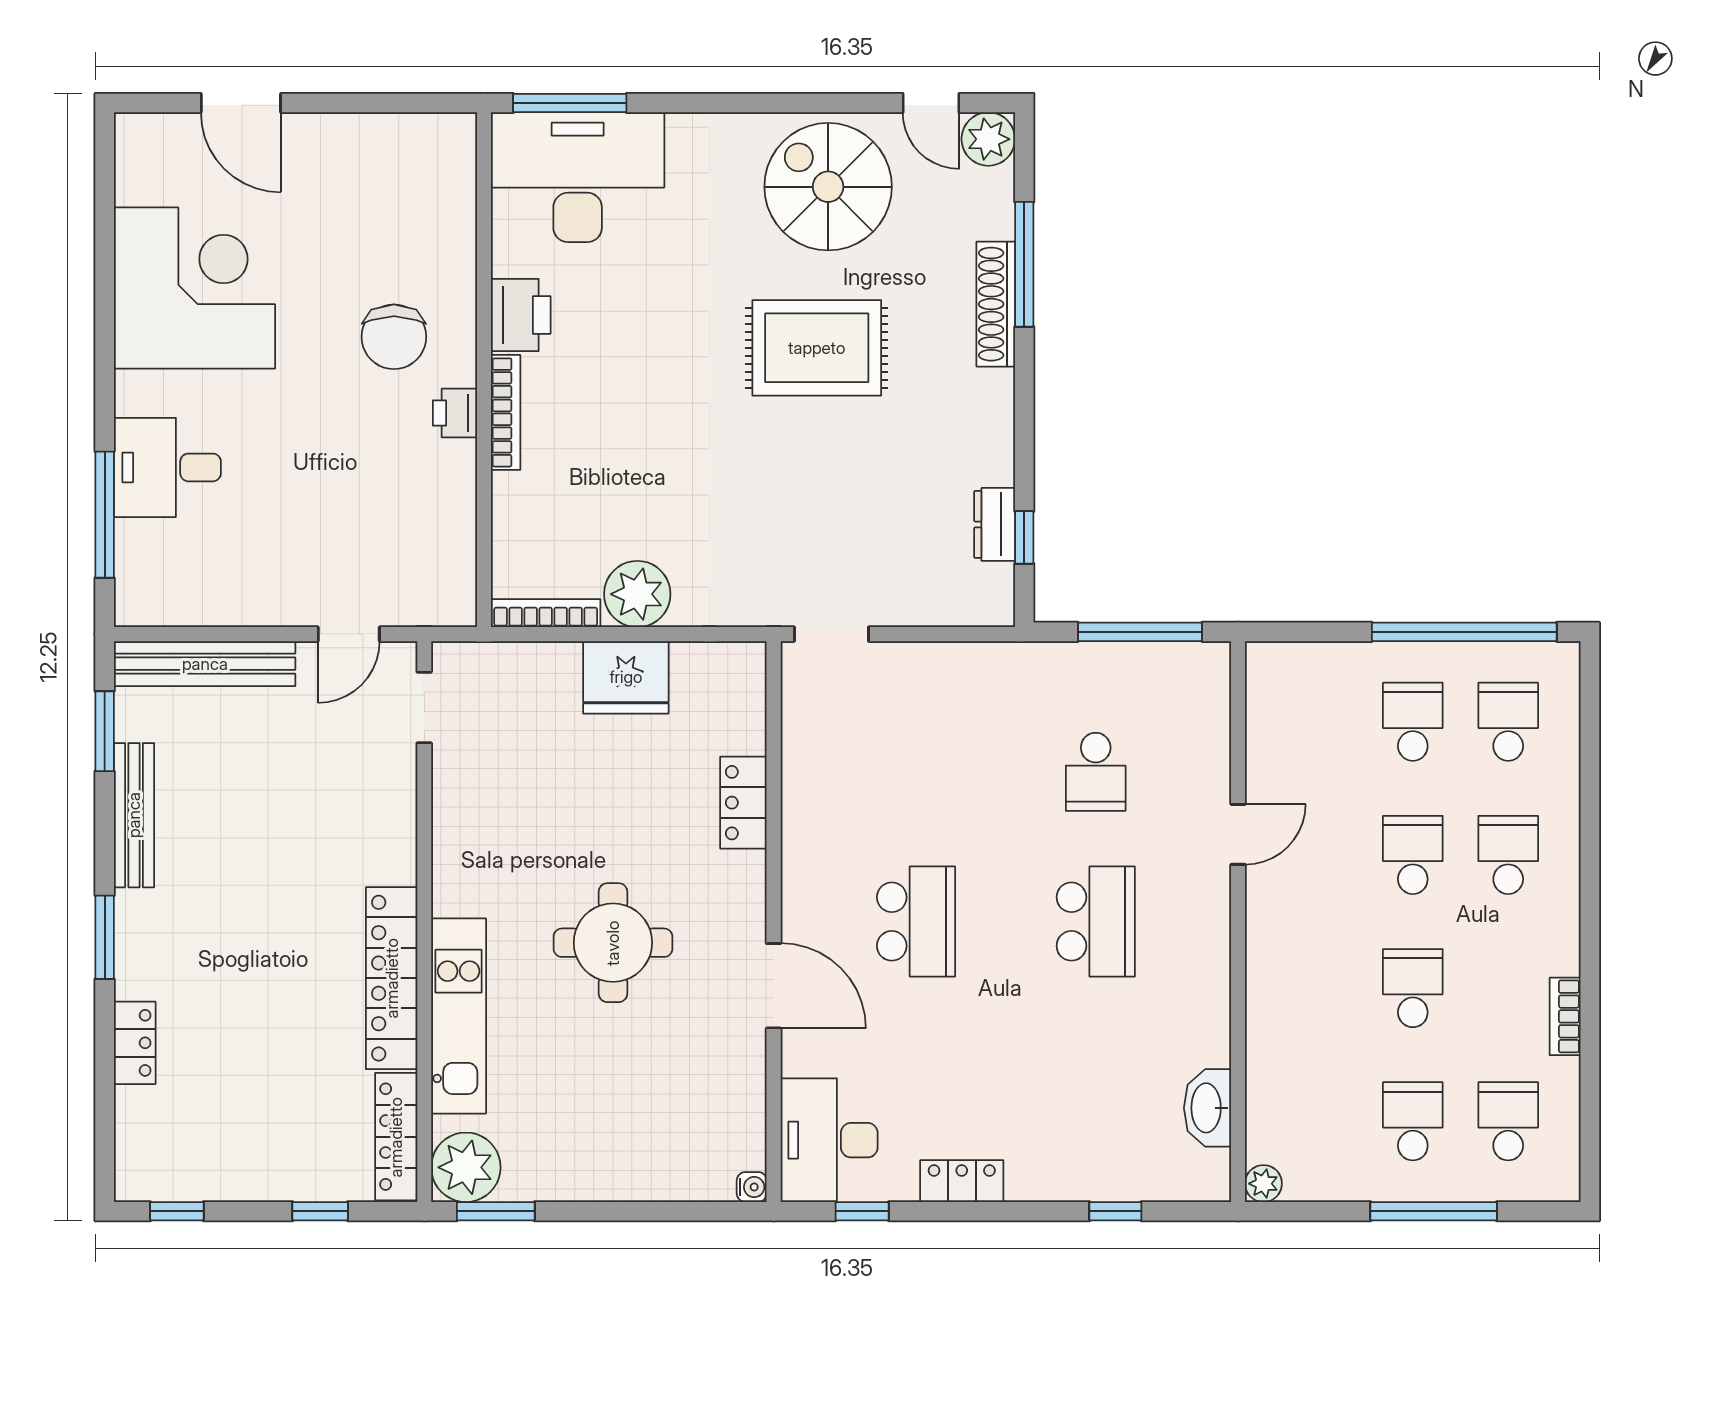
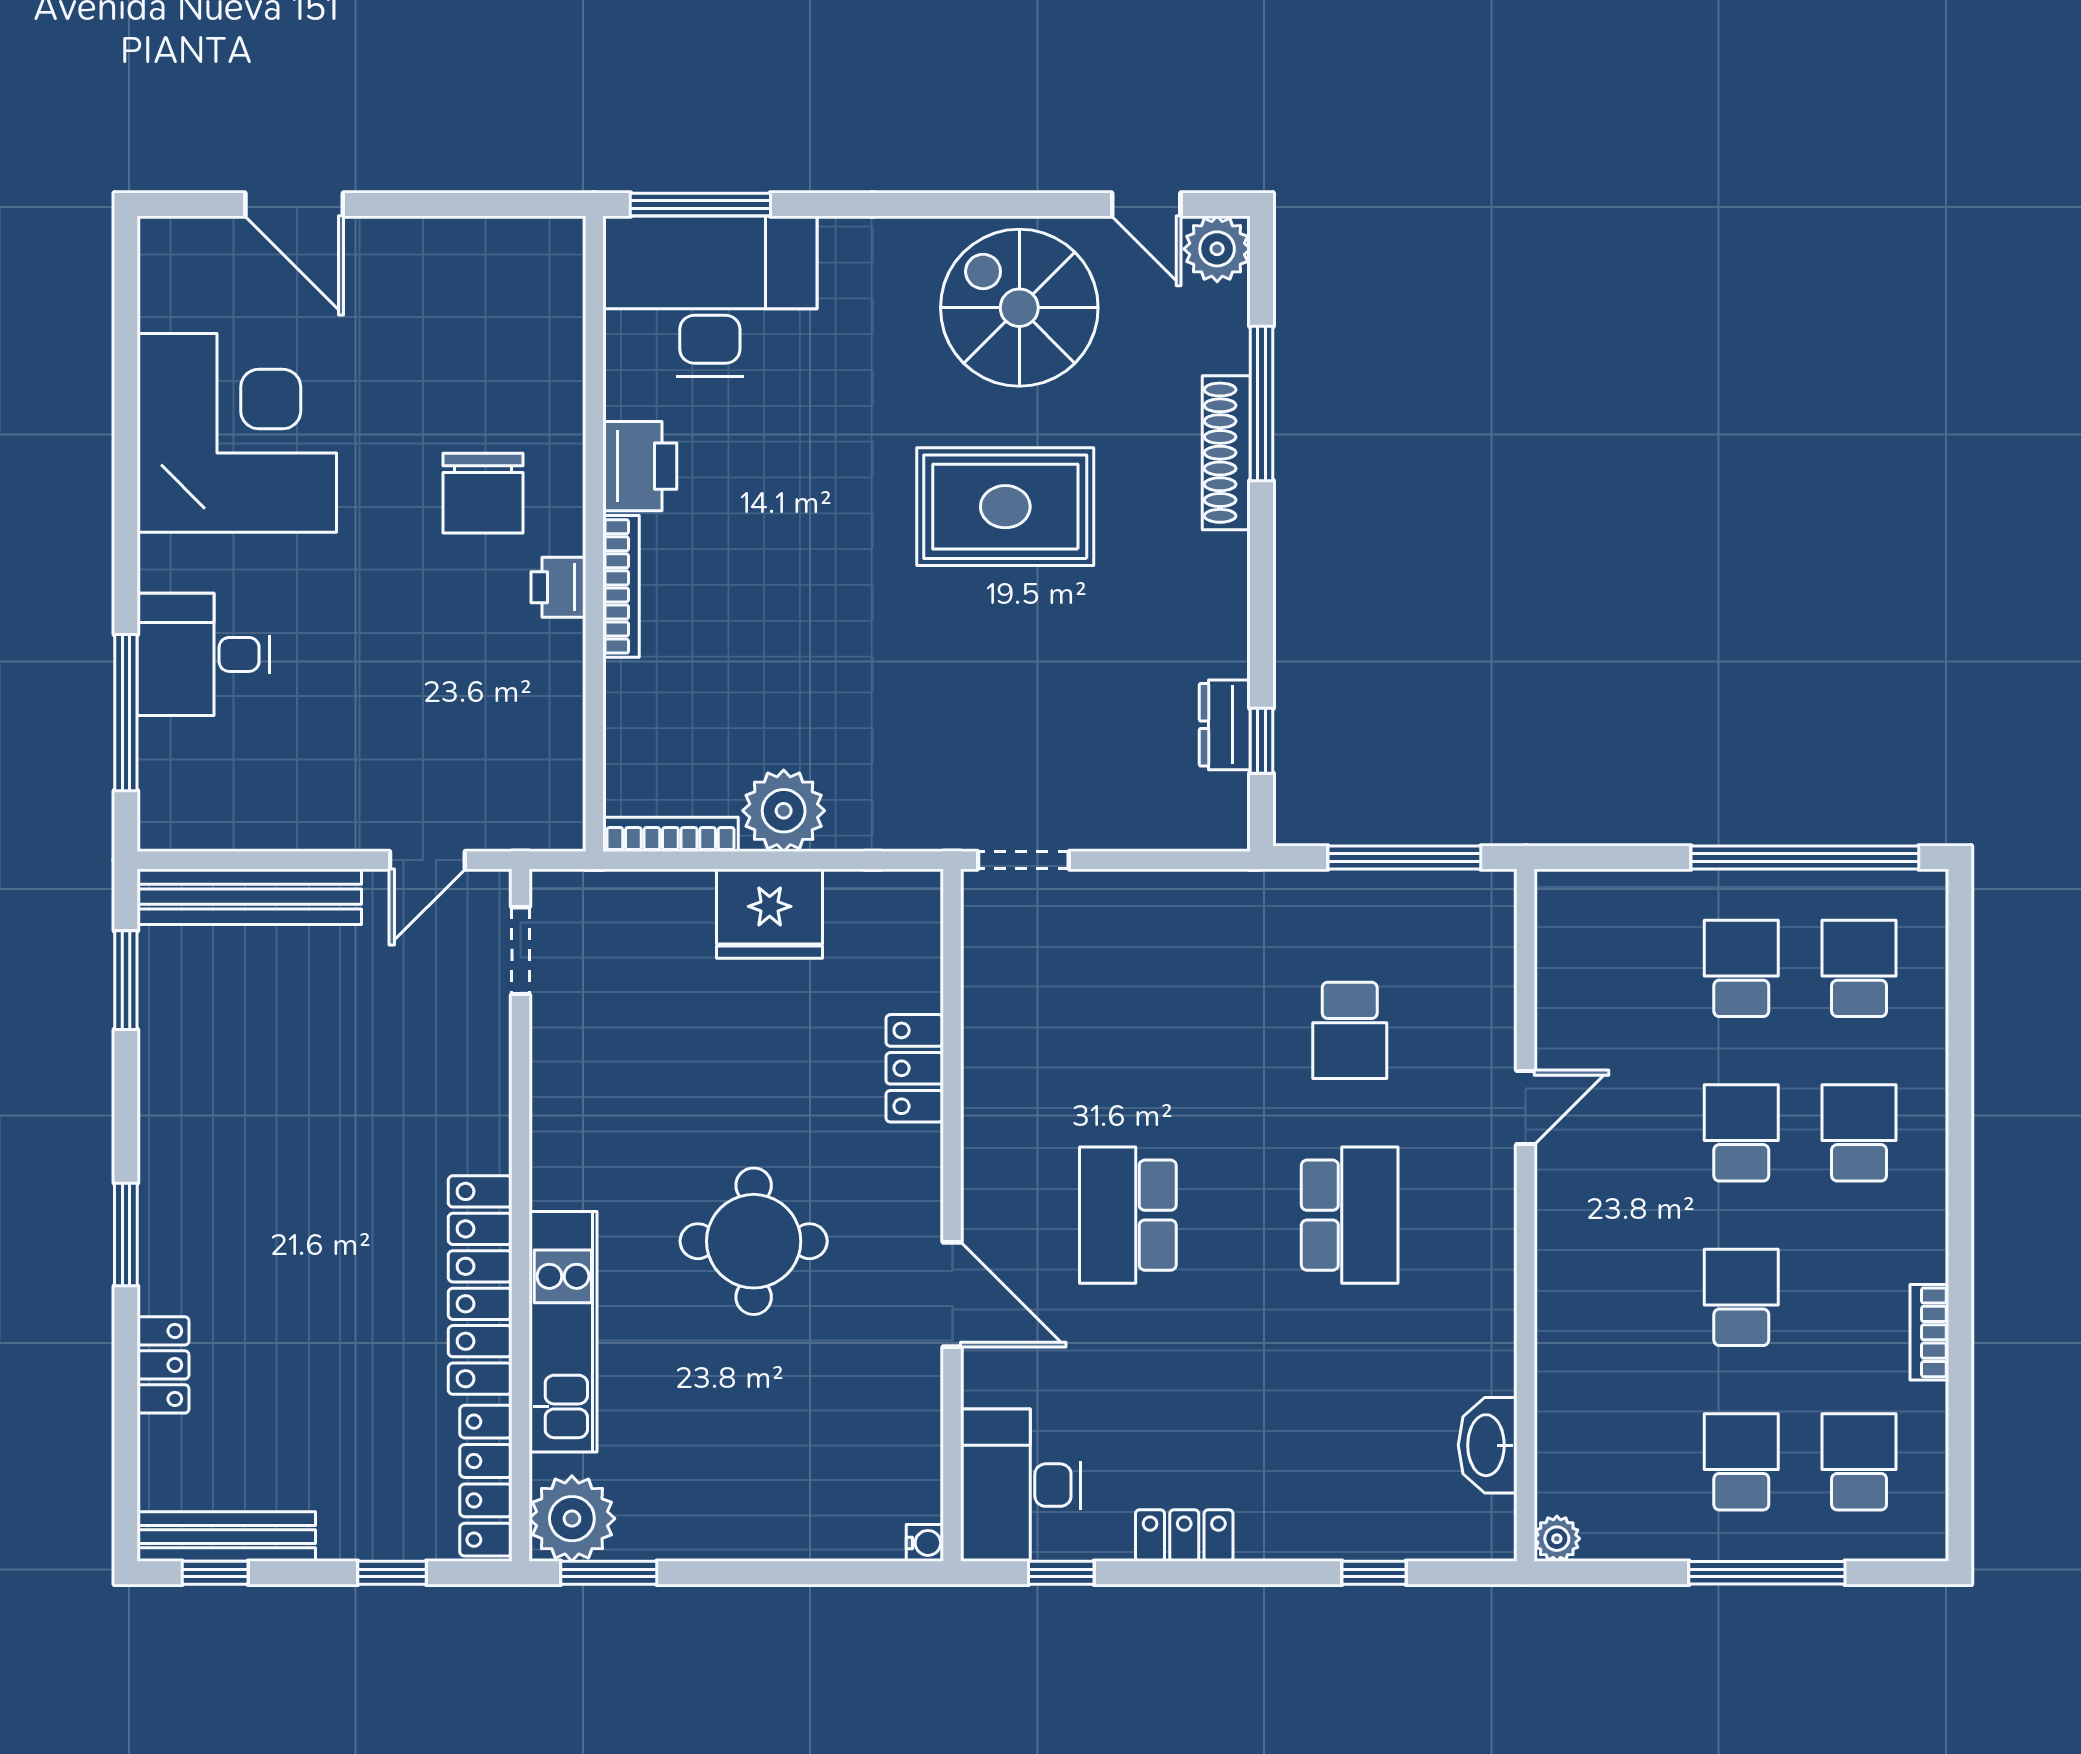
bench: (134, 815) -> (226, 1537), moved, turned 90
school desk: (916, 922) -> (1128, 1215), turned 180

